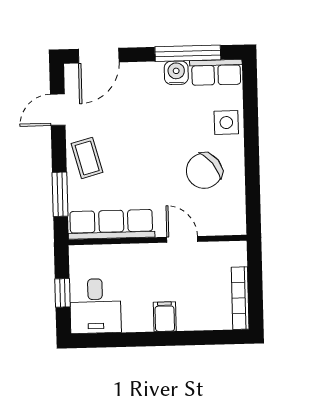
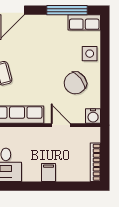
water cooler: (176, 73) -> (93, 116), moved, turned 180

